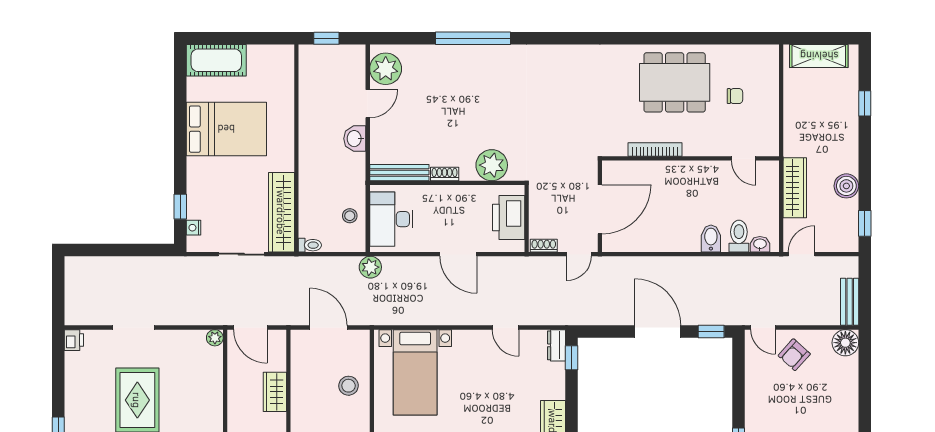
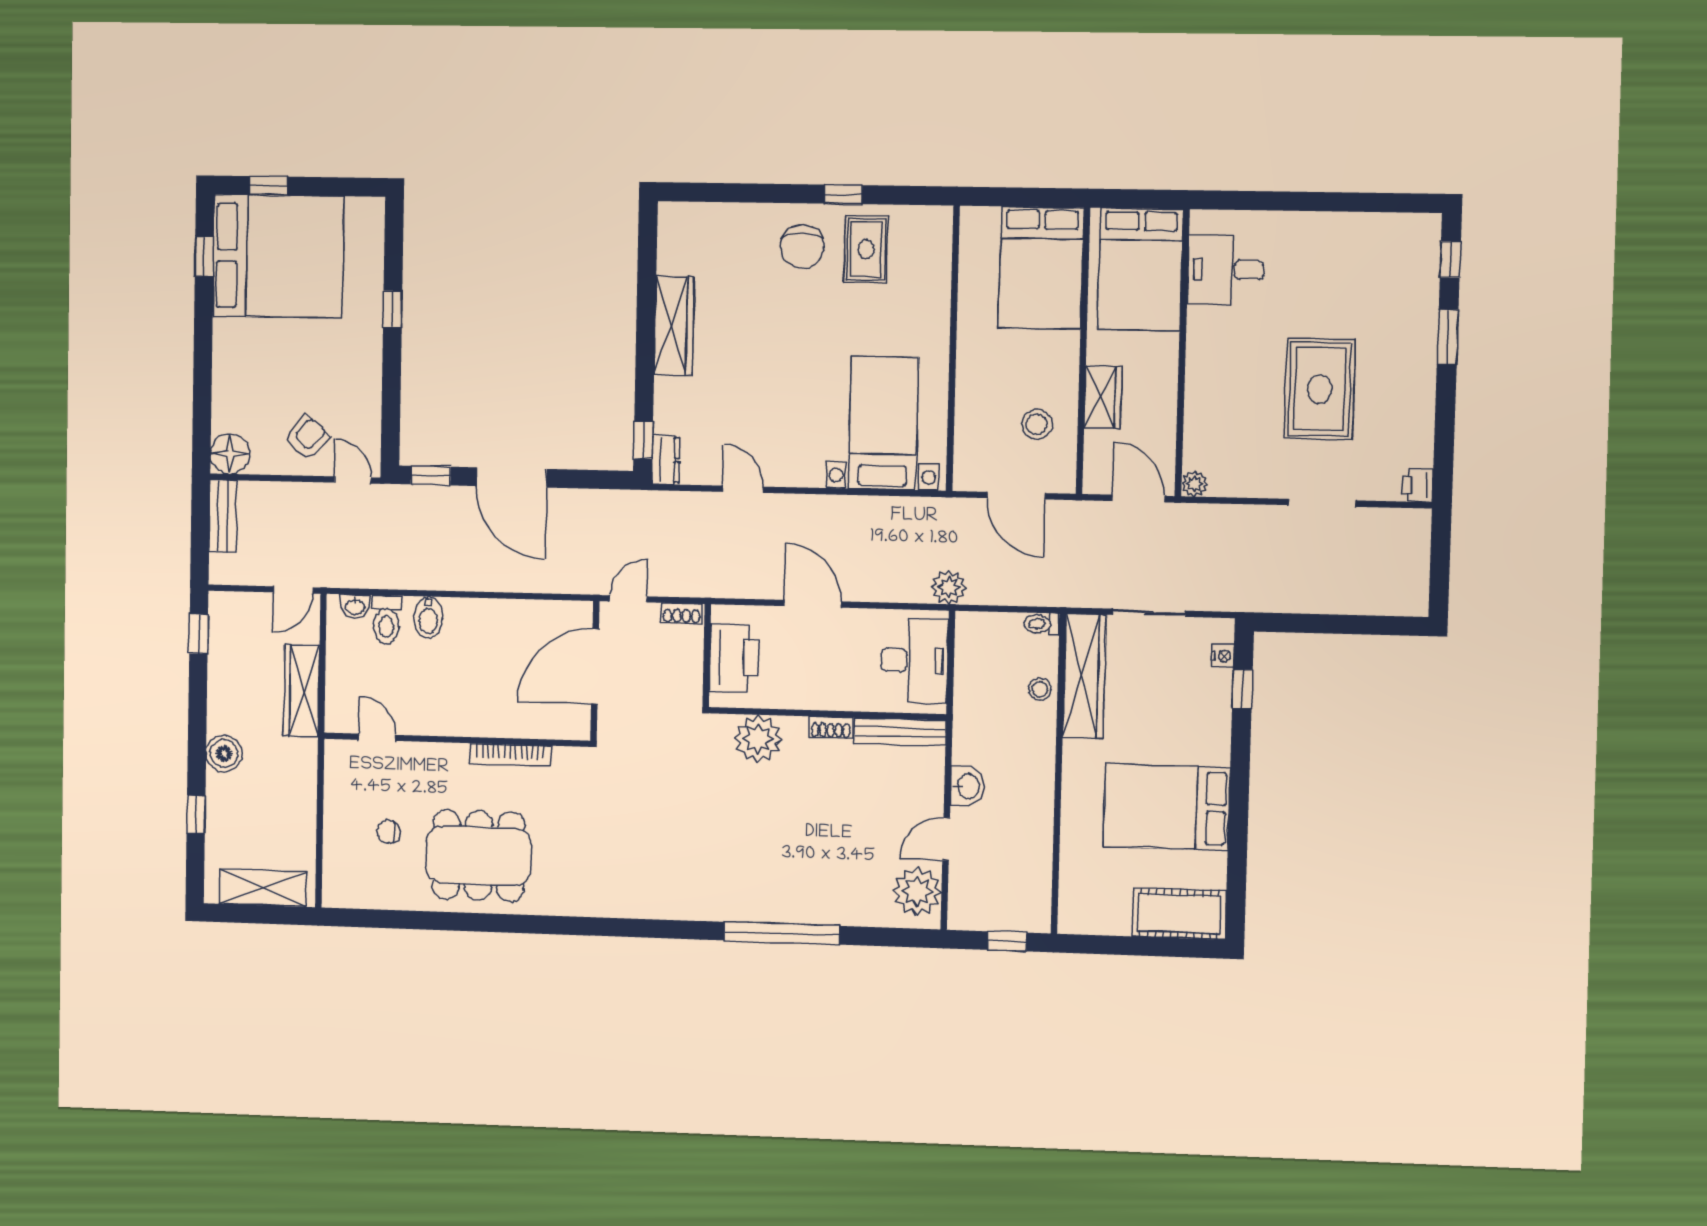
boiler: (846, 186) -> (224, 754), moved
stool: (350, 216) -> (1040, 689), moved
stool: (349, 386) -> (1037, 424), moved

